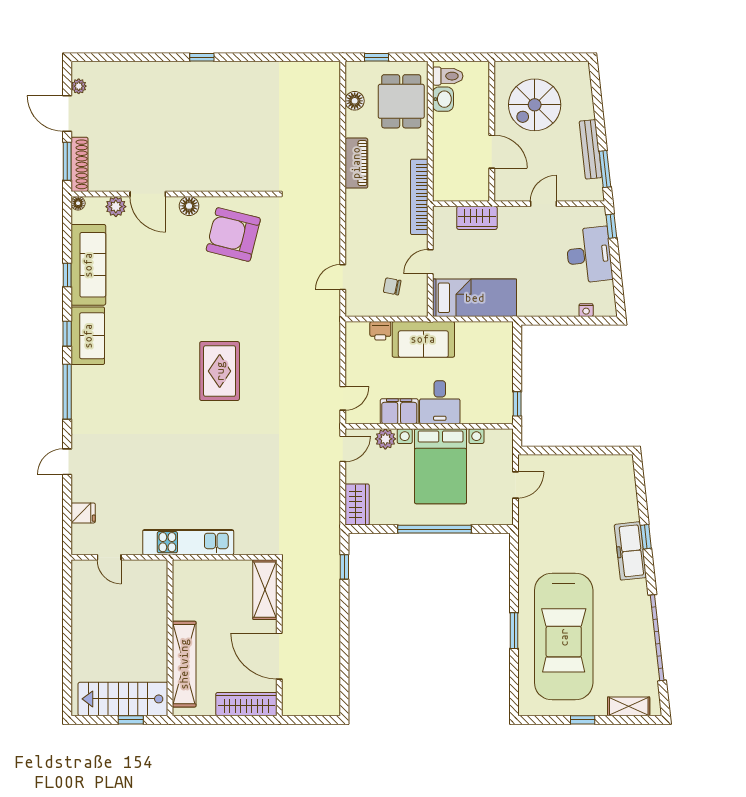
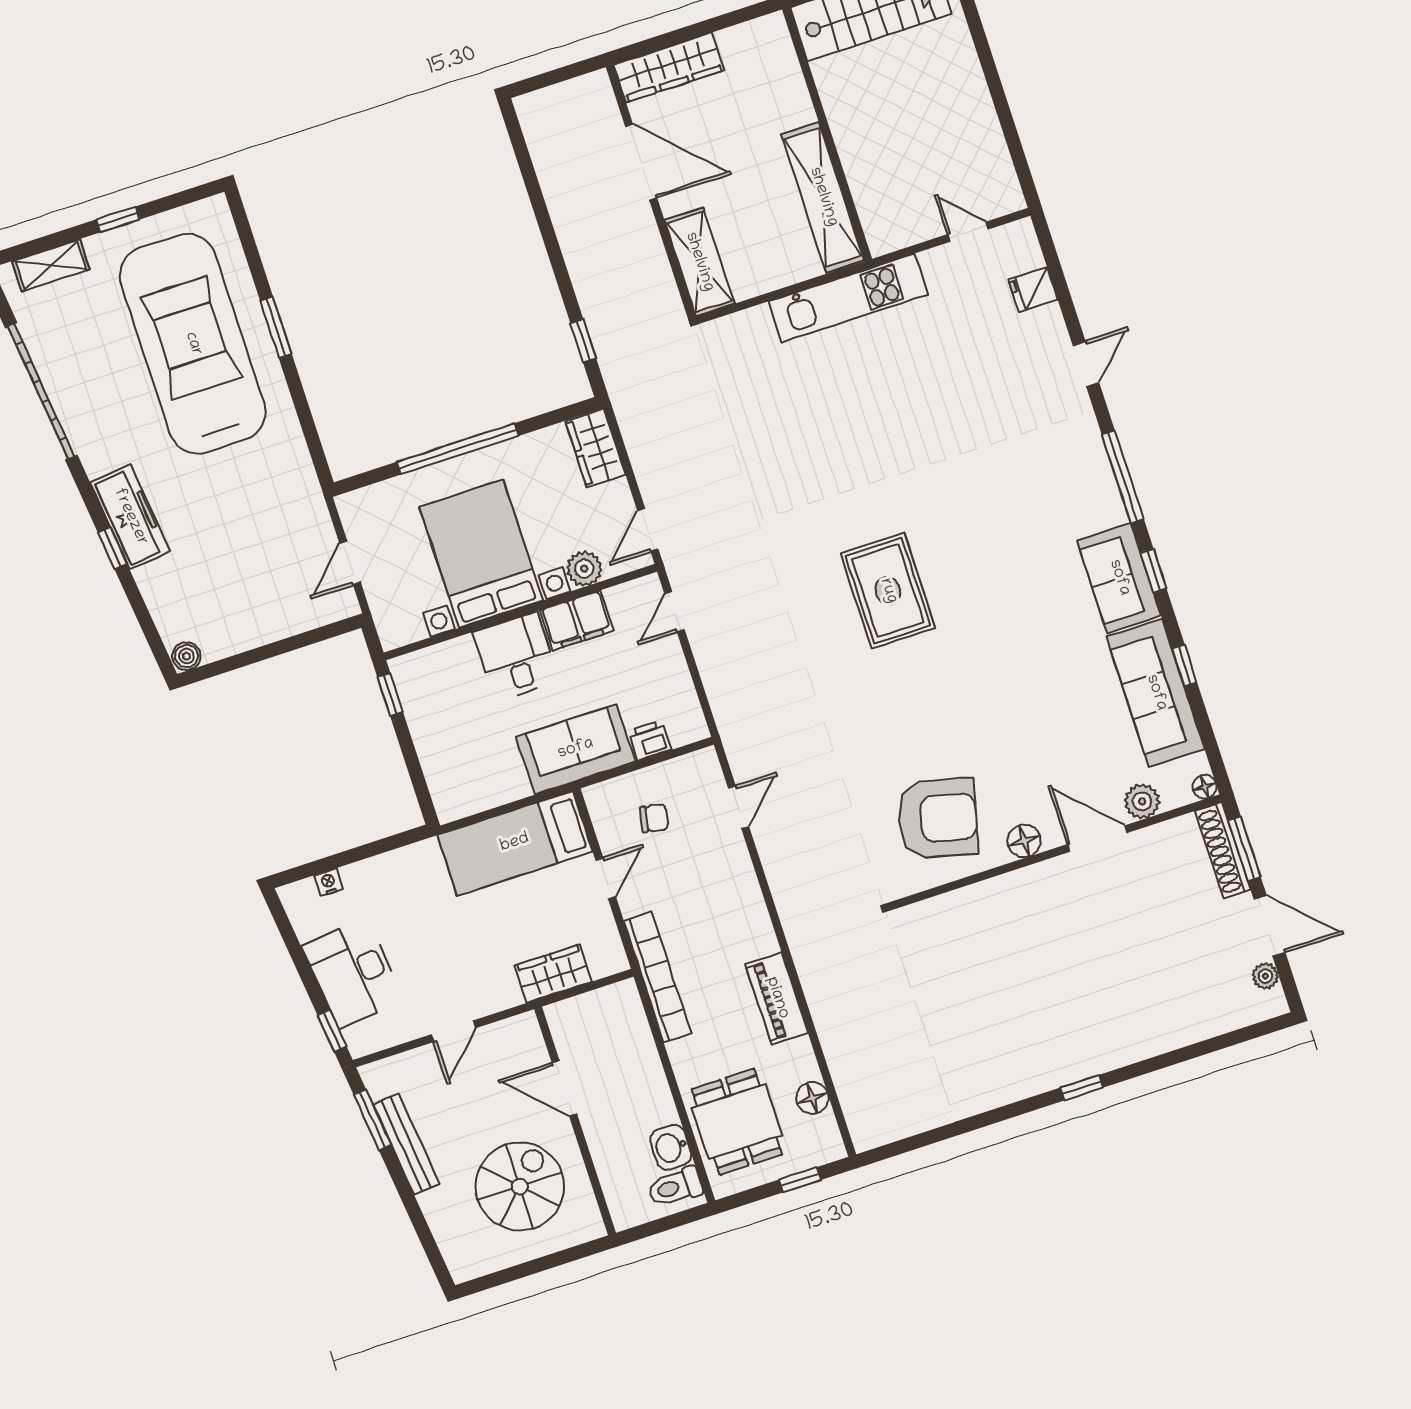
boiler: (624, 463) -> (186, 656), added
shelving: (184, 664) -> (823, 197), moved

